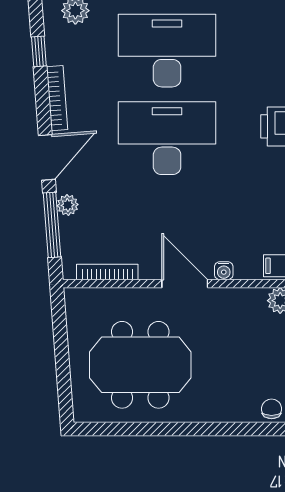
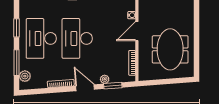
window: (39, 51) -> (42, 91), removed
window: (52, 225) -> (113, 86), width x0.69

